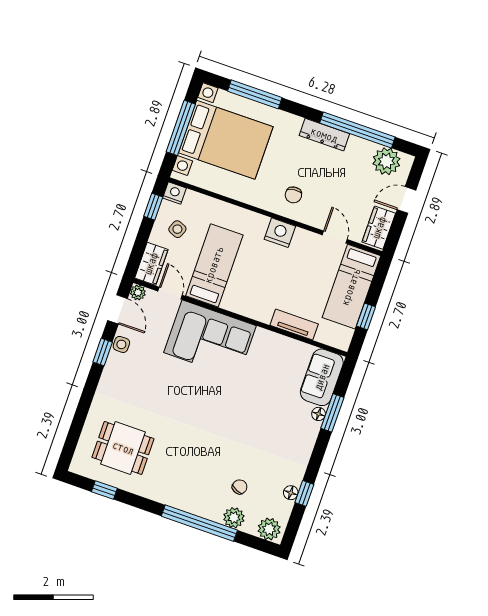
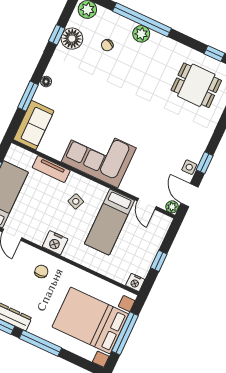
window: (255, 94) -> (40, 343), moved
window: (153, 207) -> (159, 261), moved
side table: (177, 229) -> (76, 201), moved
wardrobe: (151, 264) -> (159, 228), removed
corner sofa: (210, 339) -> (99, 155), moved
floor lamp: (319, 414) -> (46, 82), moved
floor lamp: (291, 493) -> (72, 39), width x1.89, depth x1.89
plant: (234, 518) -> (141, 34), moved

